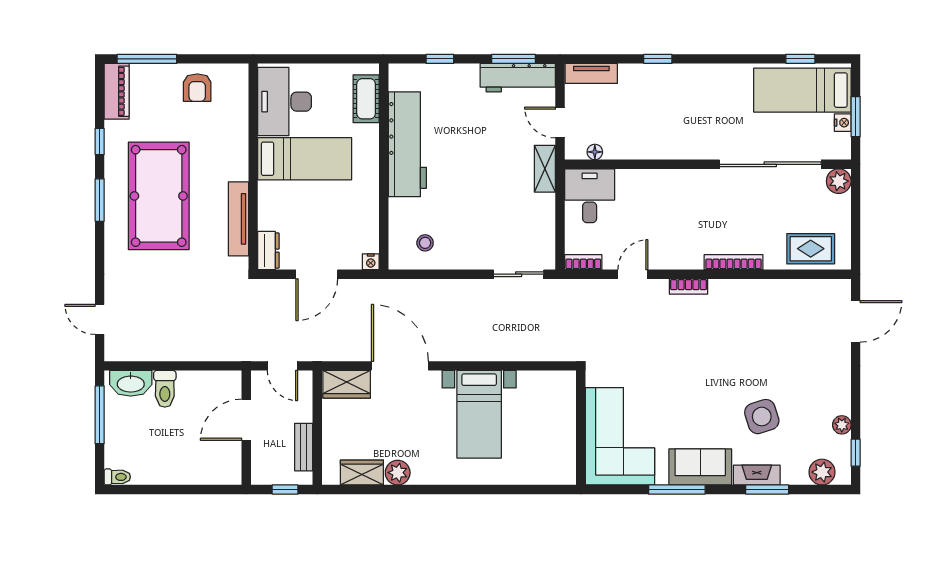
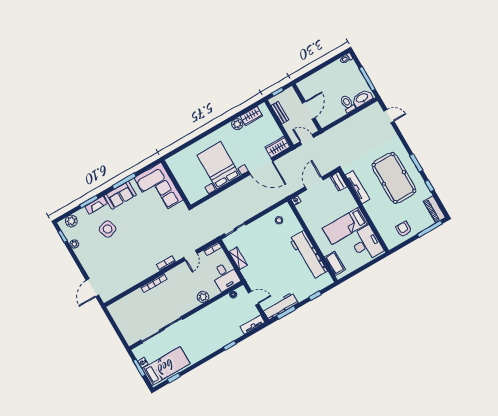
shelving: (545, 169) -> (238, 258), moved
plant: (839, 181) -> (203, 297), moved
rug: (811, 249) -> (127, 306), removed
bed with nightstands: (479, 414) -> (219, 165), width x1.36

